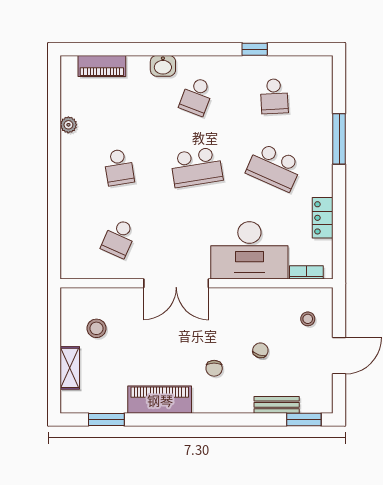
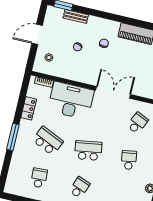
window: (339, 139) -> (13, 137), moved

